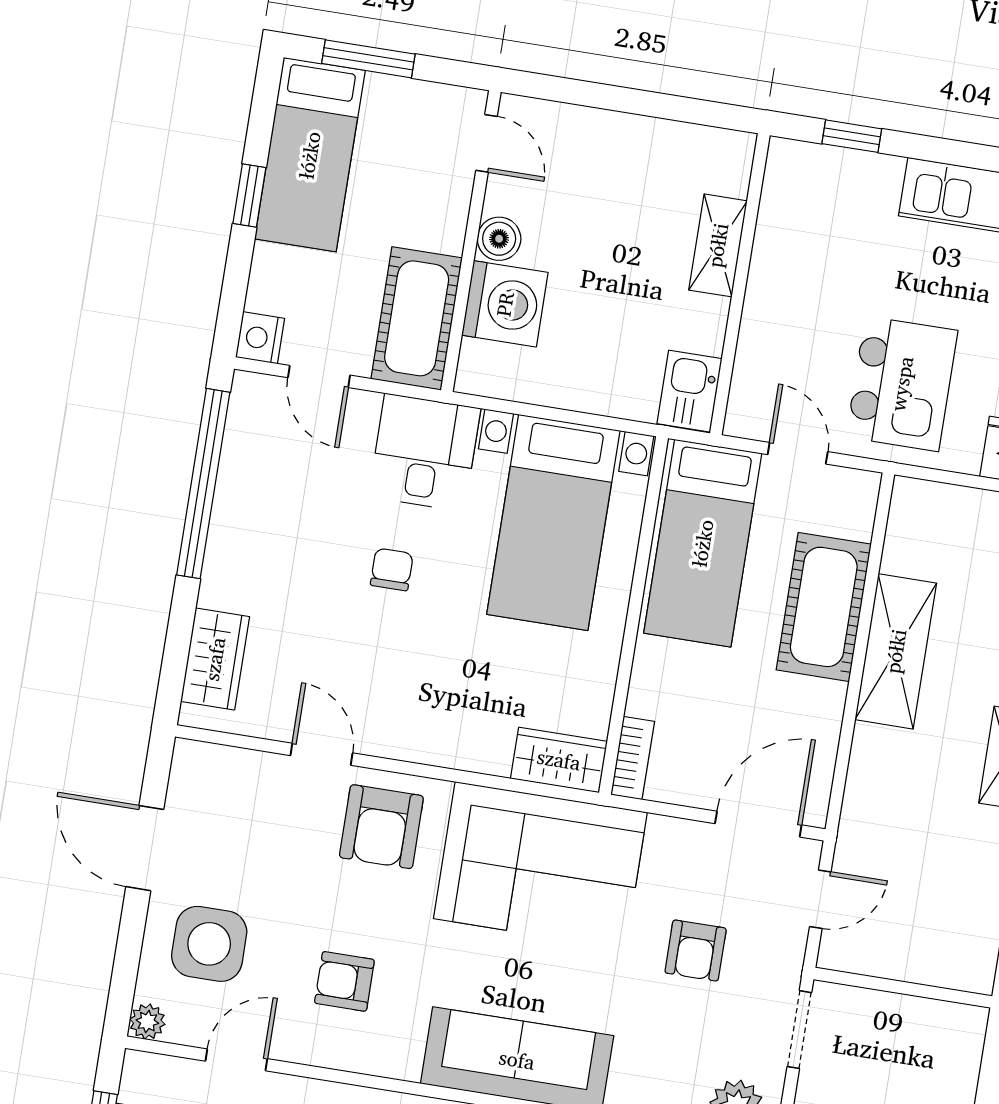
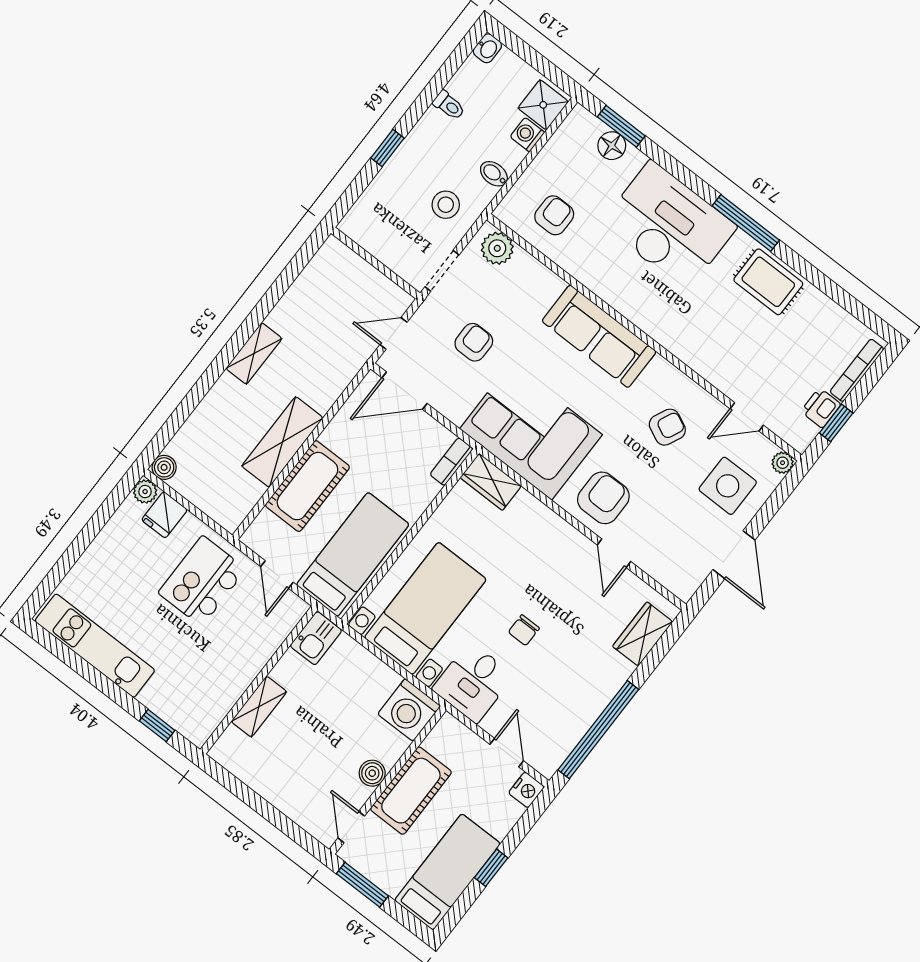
window: (368, 59) -> (362, 885), moved
washing machine: (505, 304) -> (409, 710), moved, turned -90
cot: (417, 318) -> (411, 791), moved
armchair: (344, 981) -> (667, 427), turned -65

